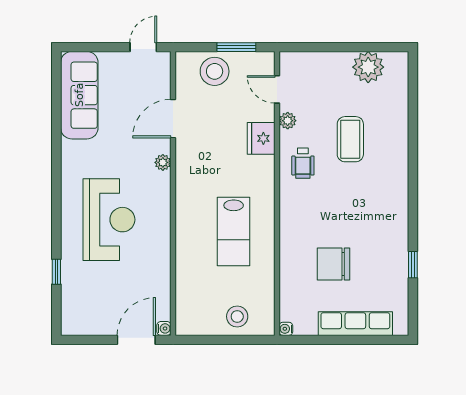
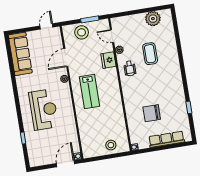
lab bench: (234, 231) -> (90, 91), moved

